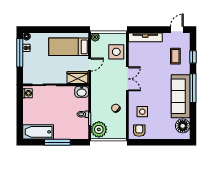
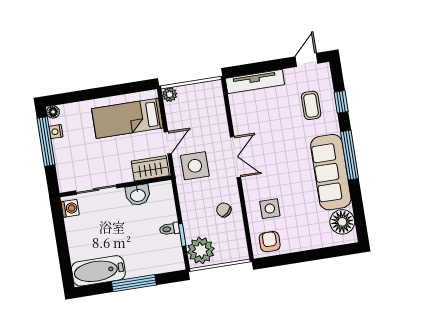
side table: (116, 52) -> (195, 166), moved
washbasin: (82, 92) -> (138, 195), moved

